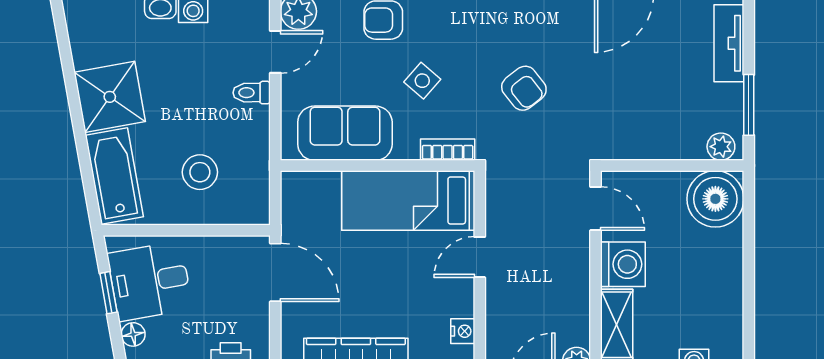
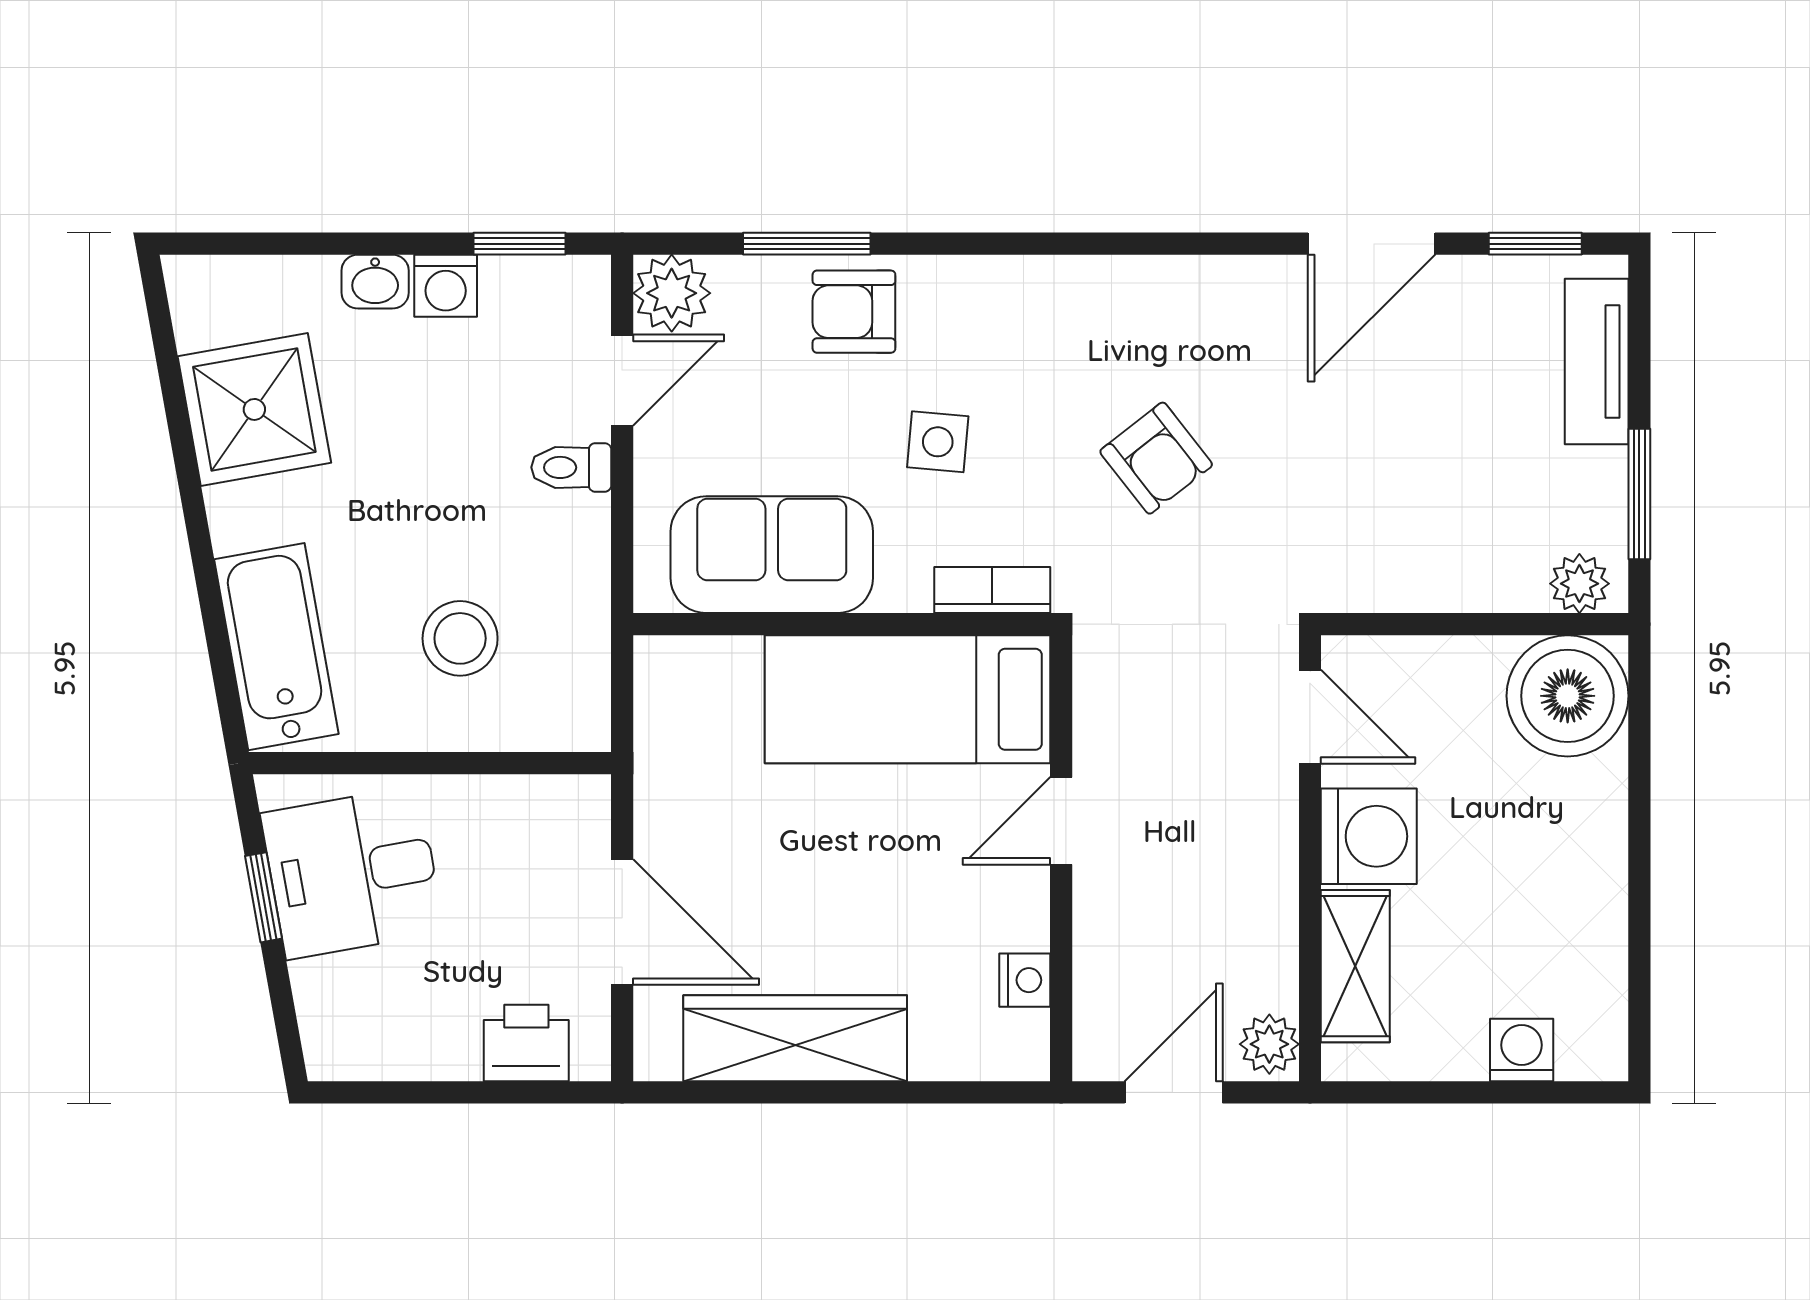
side table: (422, 81) -> (938, 442), turned -36
shower: (110, 97) -> (254, 409), moved
door: (275, 272) -> (622, 922), moved
floor lamp: (133, 334) -> (317, 987), removed

